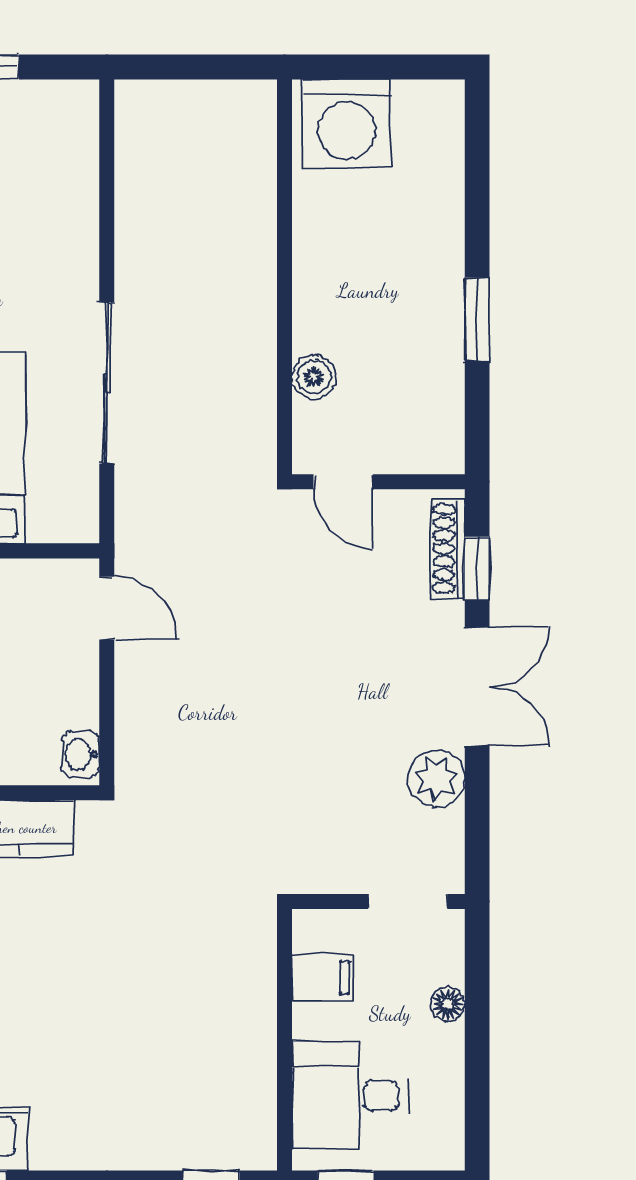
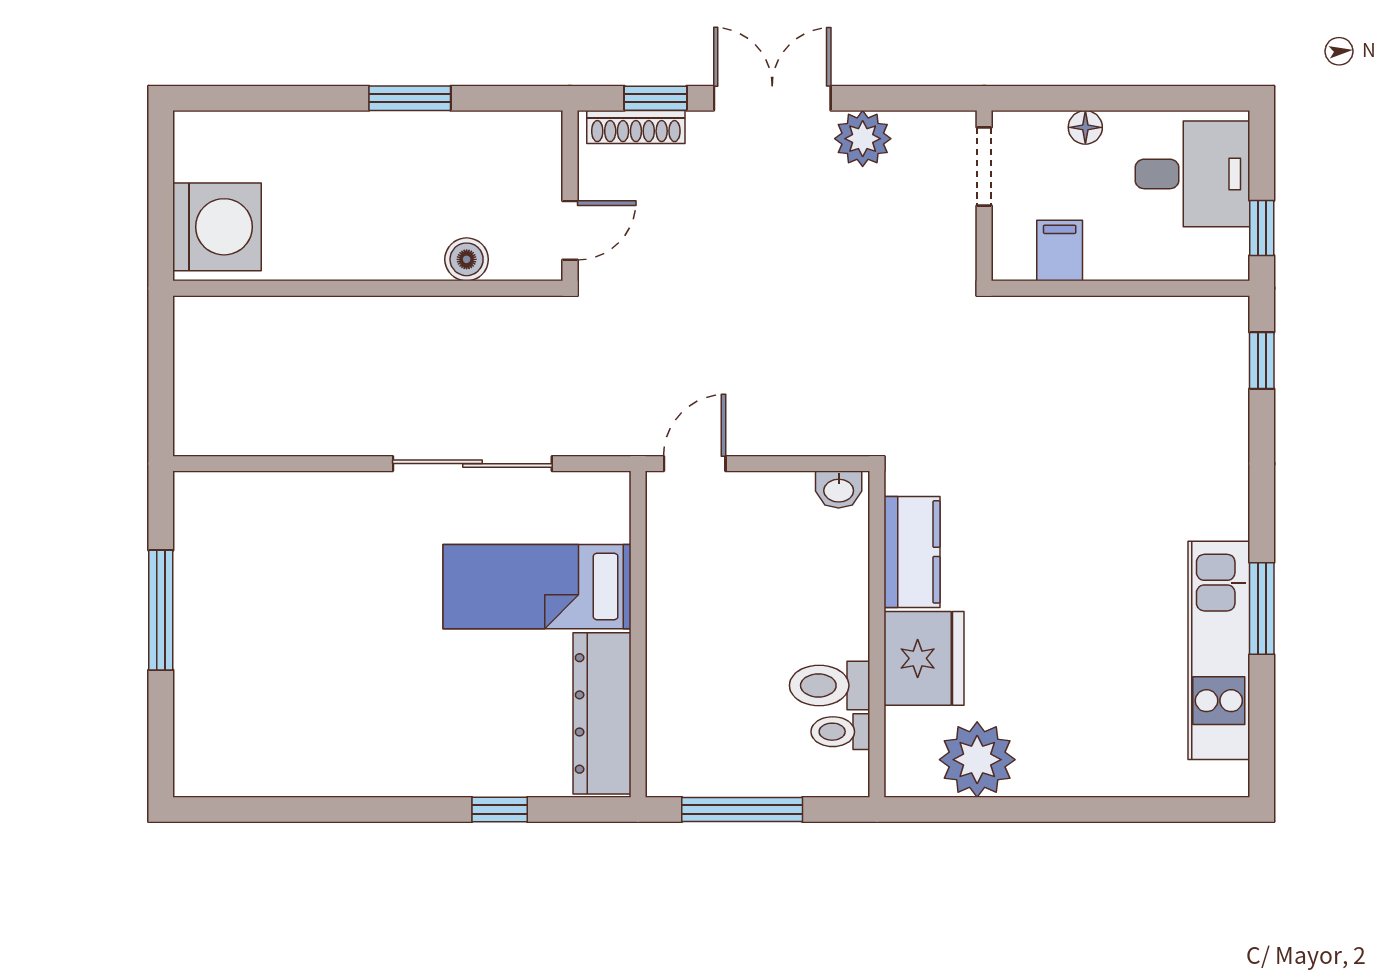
desk: (350, 1096) -> (1192, 174), moved, turned -90

